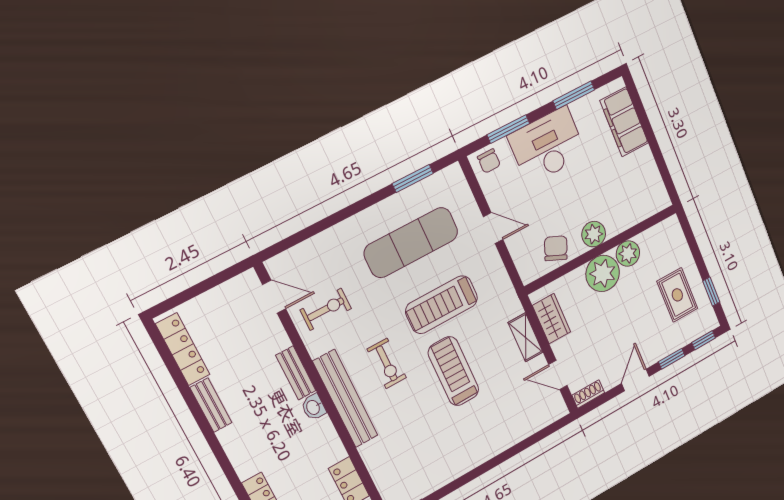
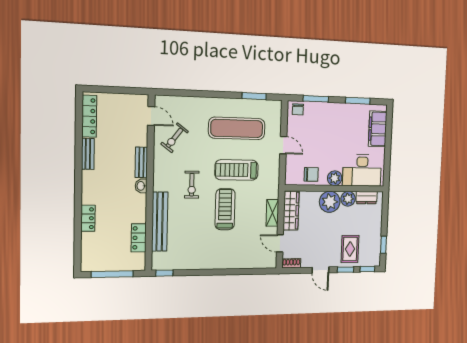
desk: (547, 146) -> (362, 170), moved, turned 180
dresser: (655, 236) -> (367, 198), added
chair: (556, 248) -> (311, 174), turned 67
rug: (677, 295) -> (350, 249), moved
exercise bike: (326, 309) -> (175, 138), turned 127
wardrobe: (552, 319) -> (291, 211), width x1.50
door: (635, 380) -> (320, 270), swing flipped
bench: (345, 399) -> (160, 222), moved

